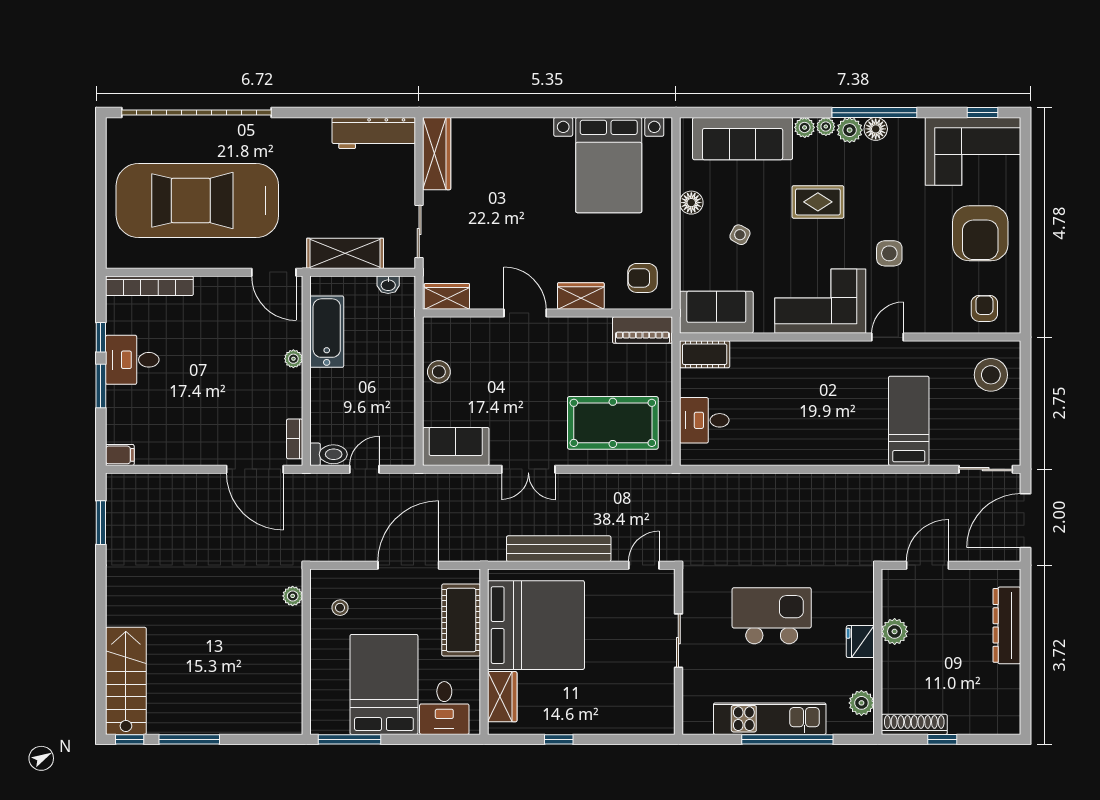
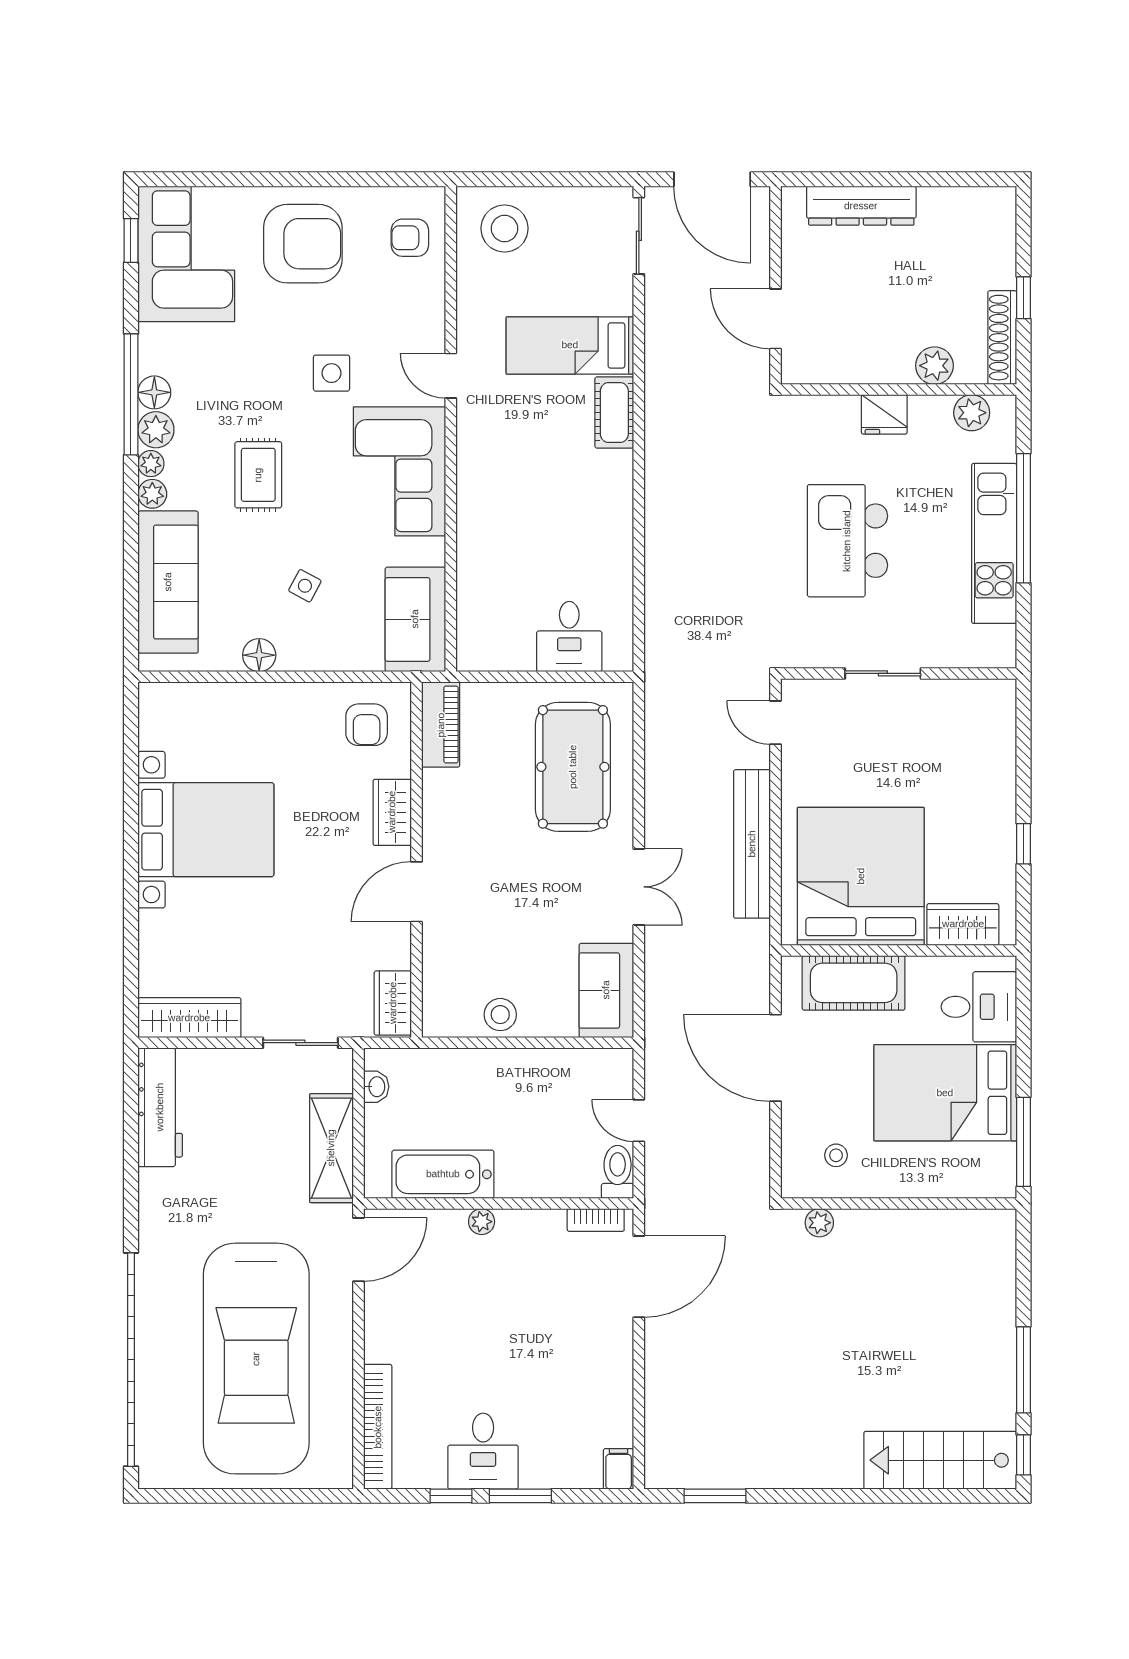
bed with nightstands: (609, 165) -> (206, 830), moved
cot: (705, 354) -> (614, 412), moved
plant: (895, 631) -> (934, 366), moved

